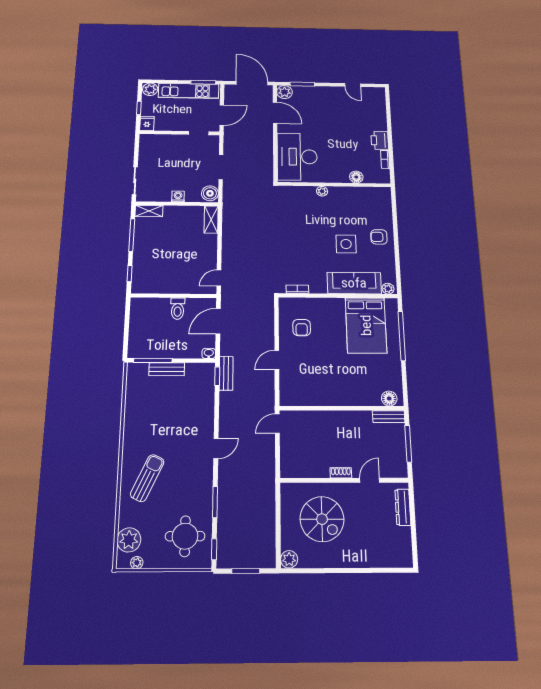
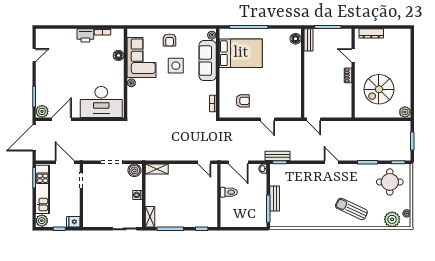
corner sofa: (355, 203) -> (141, 58), added
spiral stairs: (322, 519) -> (379, 89), turned 180

